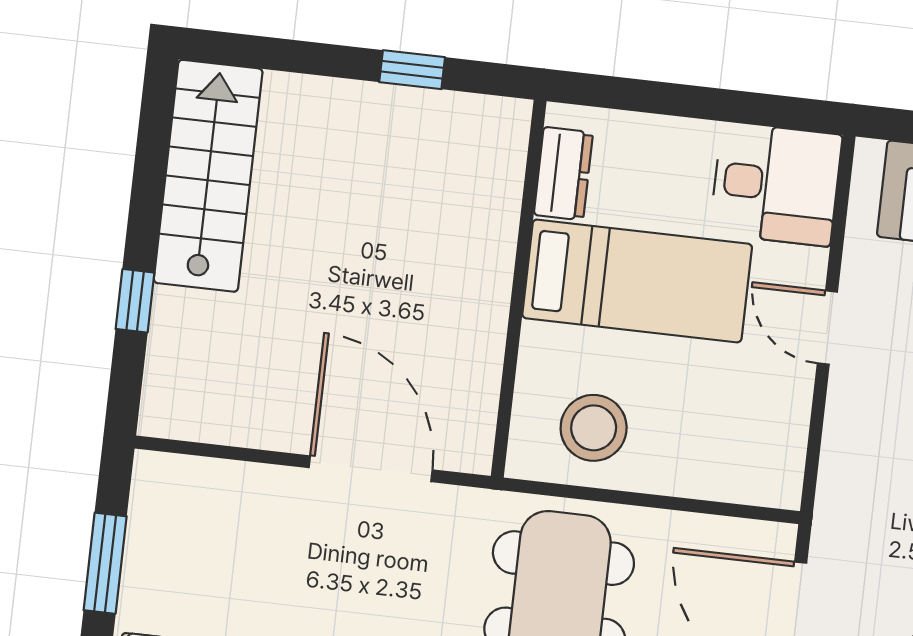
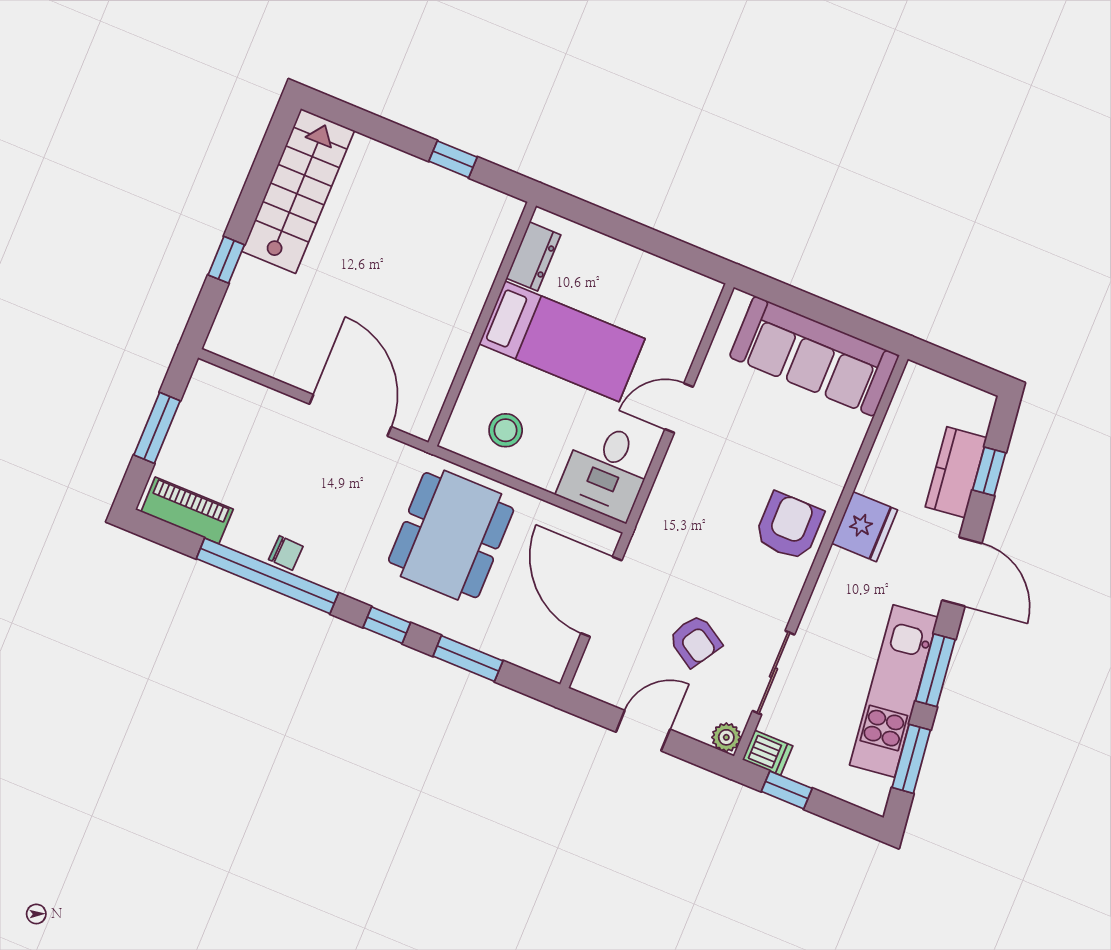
desk: (776, 184) -> (606, 471), moved, turned 90
door: (827, 328) -> (679, 408), hinge flipped
stool: (594, 428) -> (506, 430), width x0.73, depth x0.73

